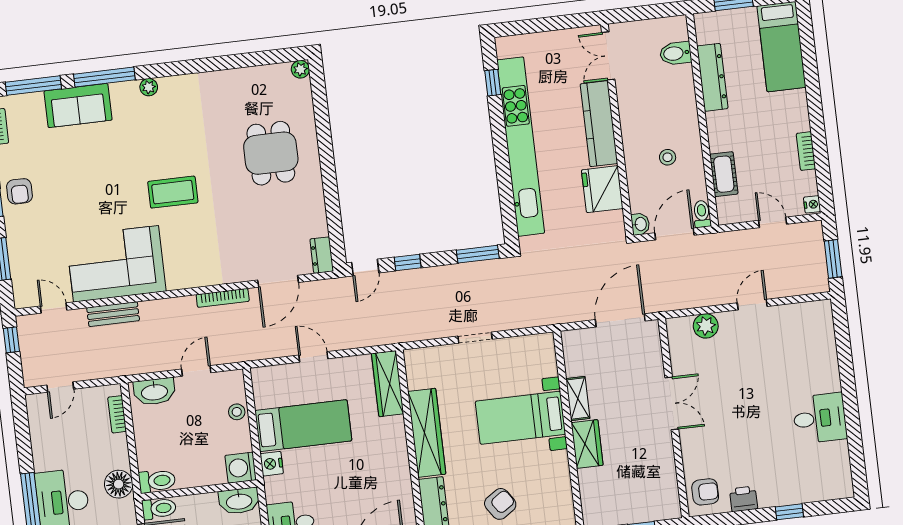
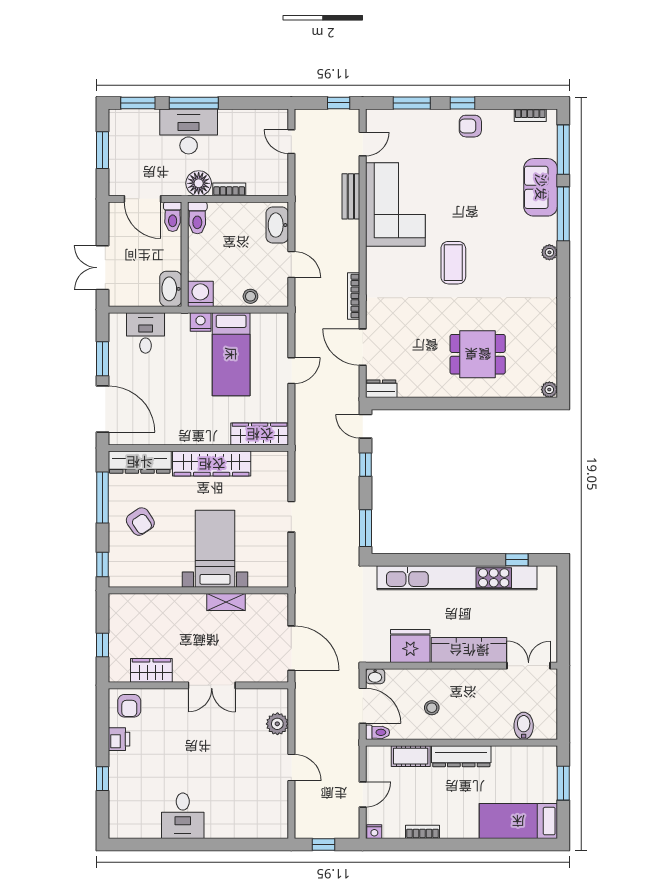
dresser: (712, 77) -> (461, 756), moved
window: (833, 259) -> (323, 845), width x0.67
bookcase: (117, 414) -> (229, 189), moved
wardrobe: (587, 444) -> (151, 670), moved, turned 180

